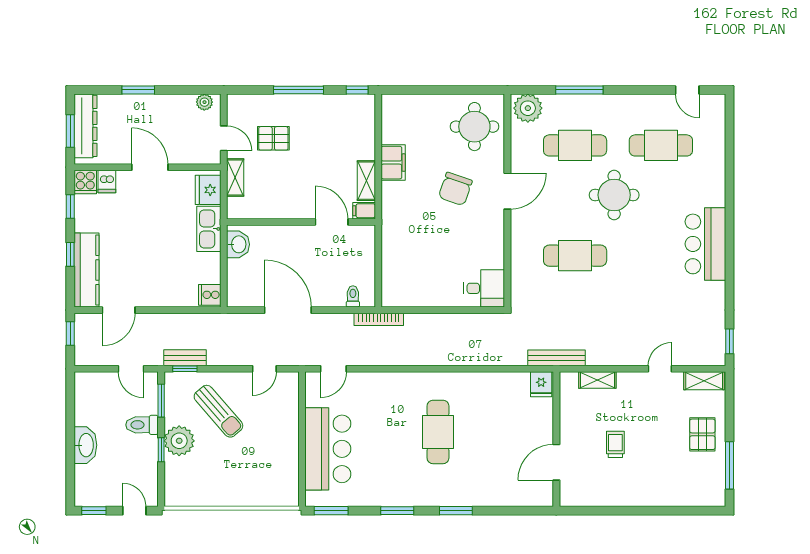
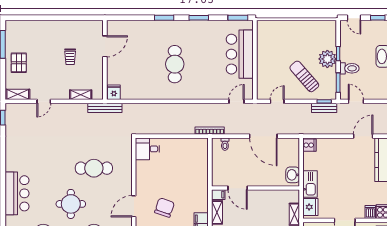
bar counter: (705, 244) -> (17, 193), moved

